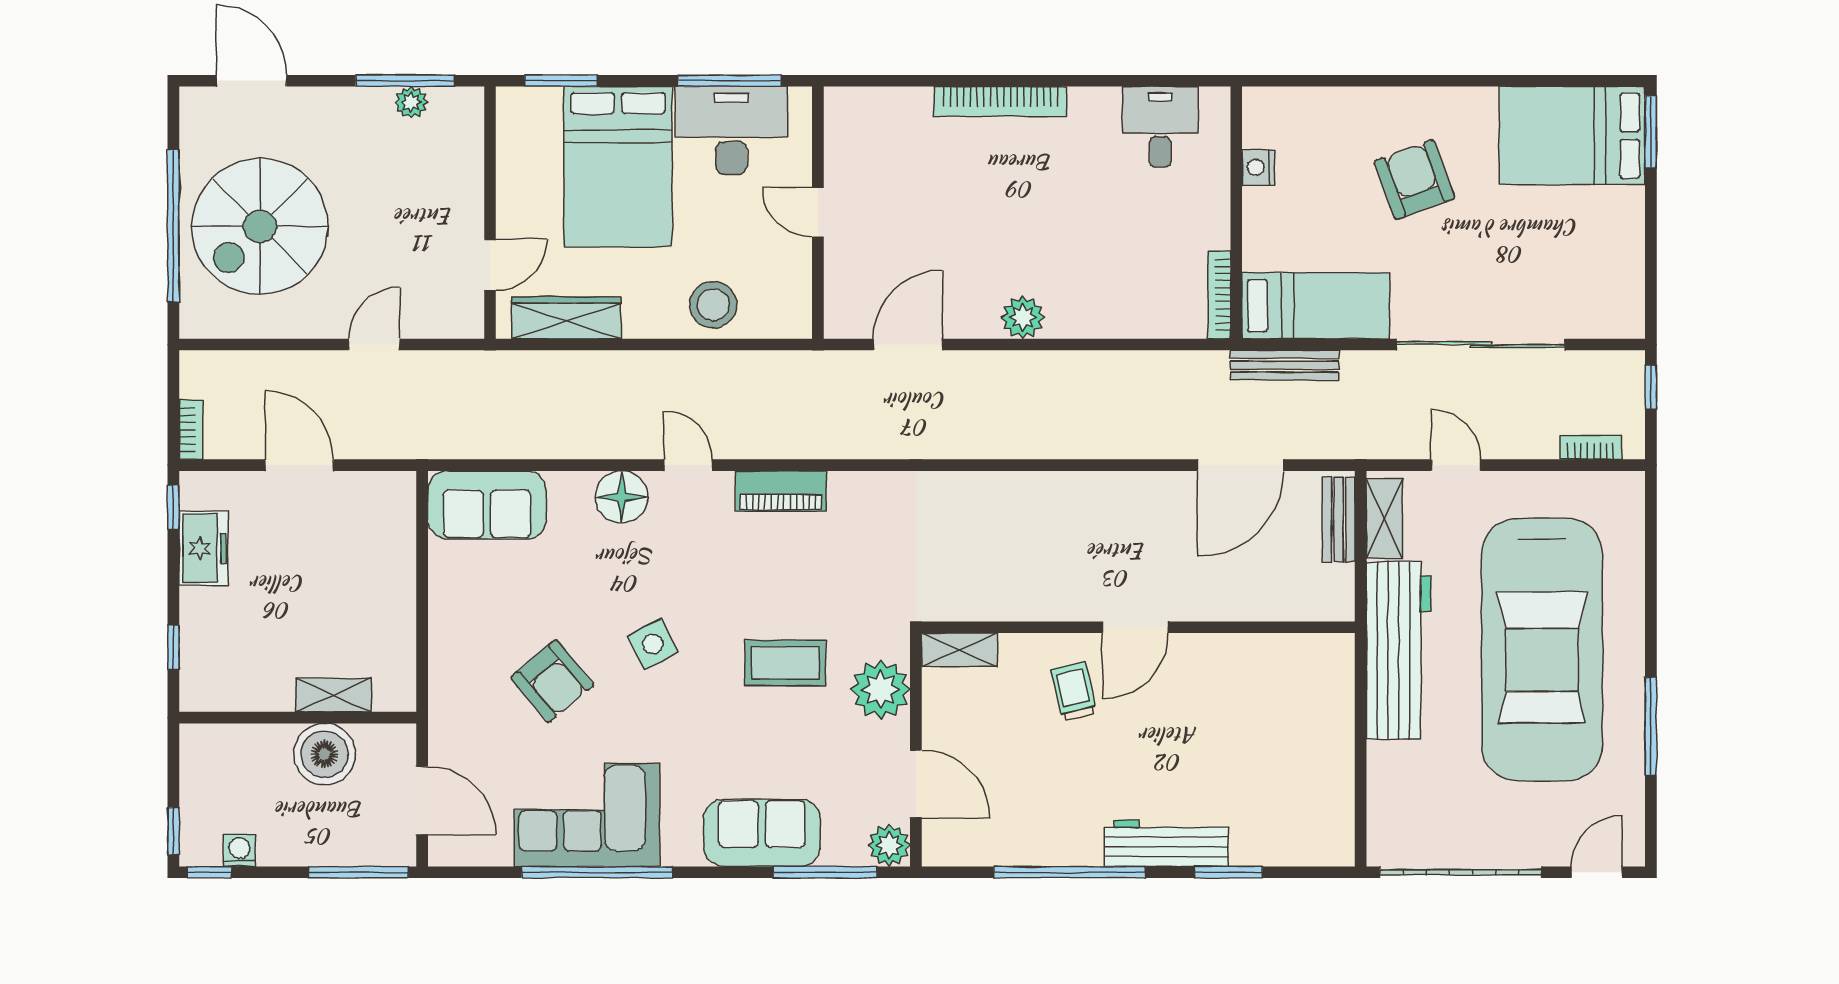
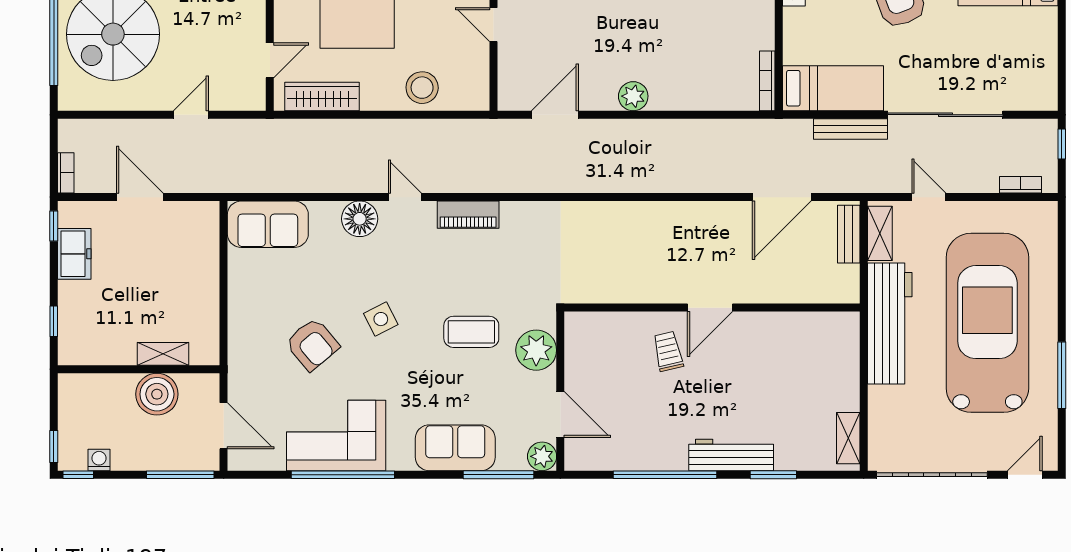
bench: (1285, 365) -> (850, 129), moved
shelving: (959, 650) -> (848, 438), moved, turned 90
car: (1542, 650) -> (987, 323), turned 180

